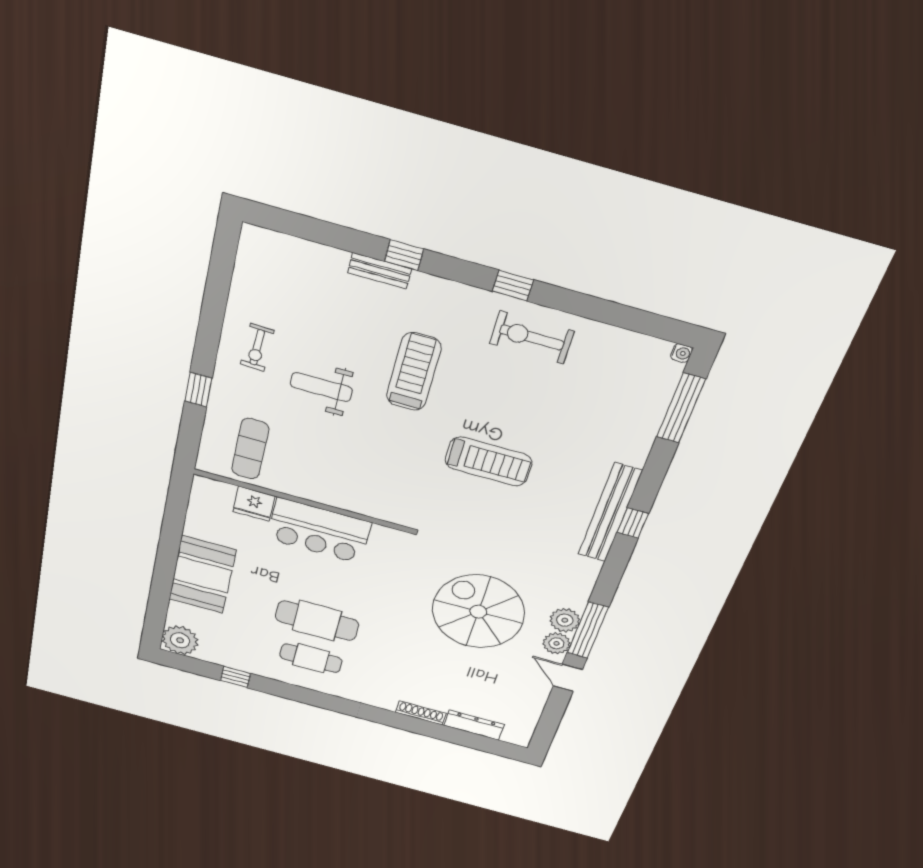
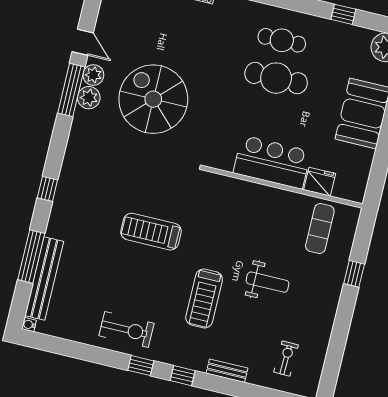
window: (404, 255) -> (183, 376), moved
exercise bike: (257, 347) -> (286, 359), moved
window: (681, 408) -> (31, 257), moved
bench: (610, 513) -> (44, 278), moved
spiral stairs: (478, 612) -> (153, 99), turned 180

